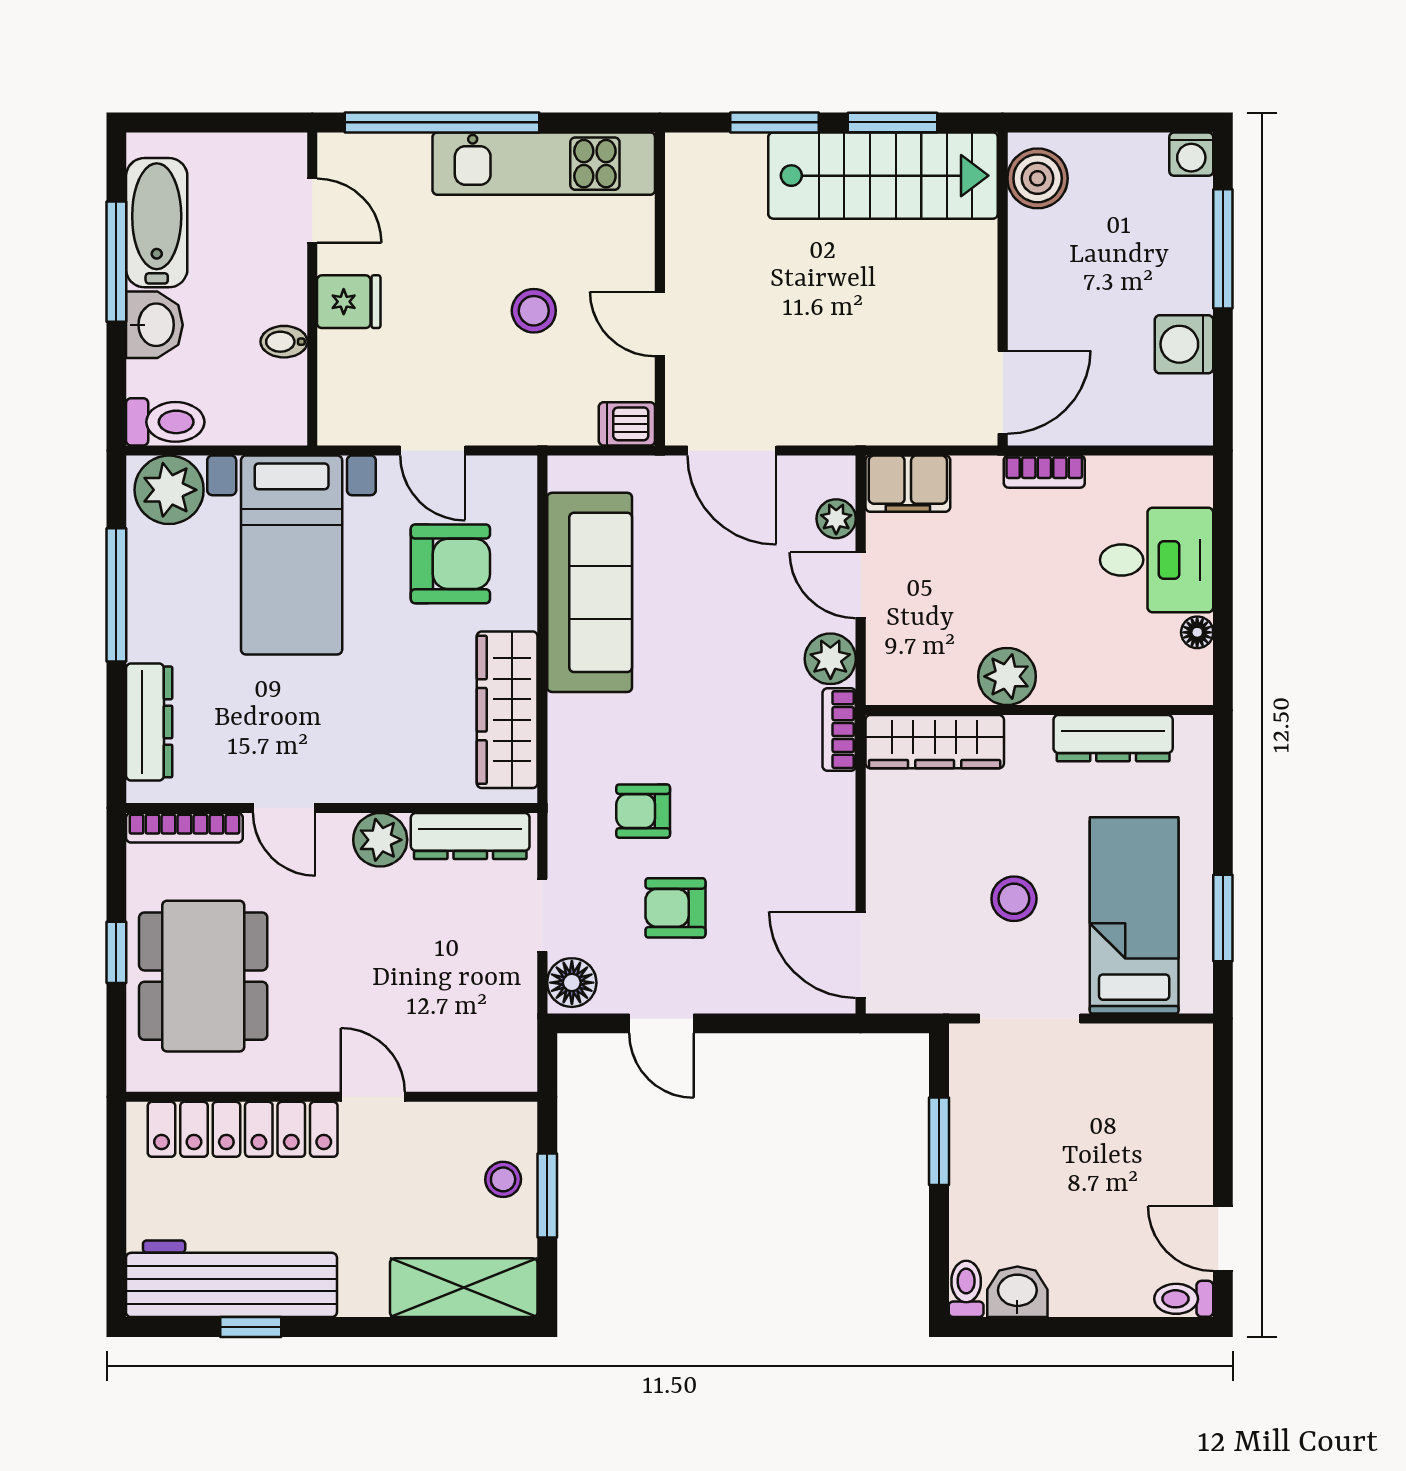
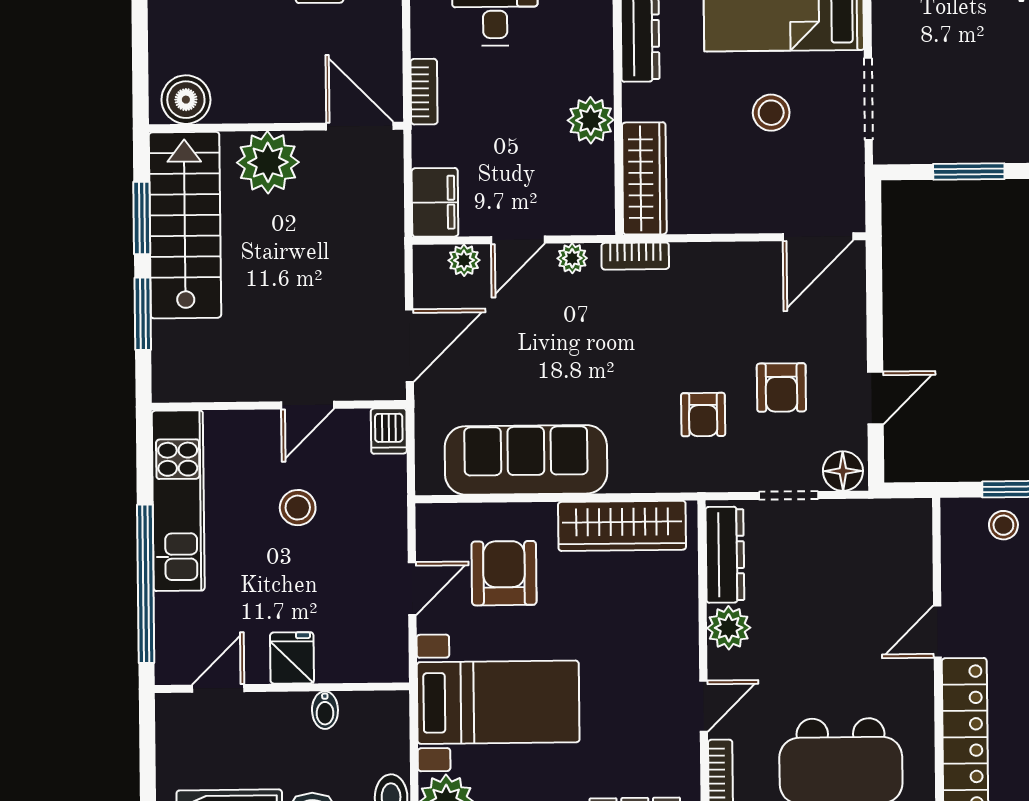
plant: (959, 278) -> (268, 162), added
plant: (830, 659) -> (572, 258), width x0.73, depth x0.73

